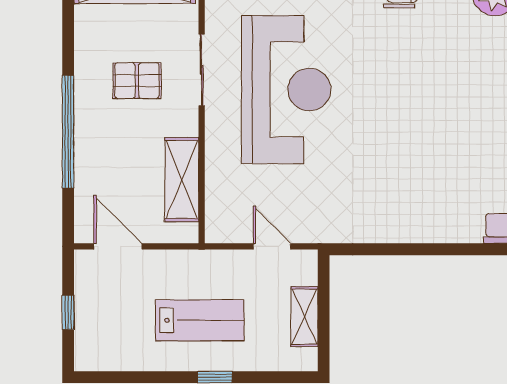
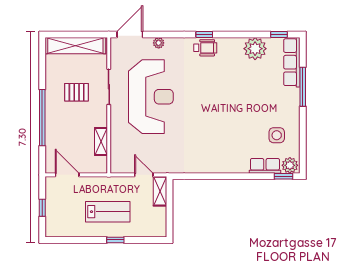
shelving: (182, 180) -> (101, 142), width x0.67, depth x0.75
shelving: (304, 317) -> (160, 191), moved

